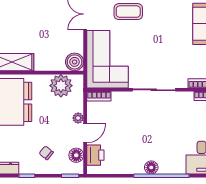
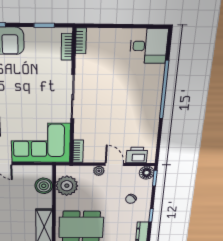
boiler: (75, 62) -> (44, 186), moved
floor lamp: (76, 155) -> (147, 173), moved
floor lamp: (151, 167) -> (154, 101), removed

